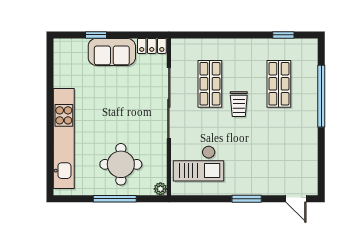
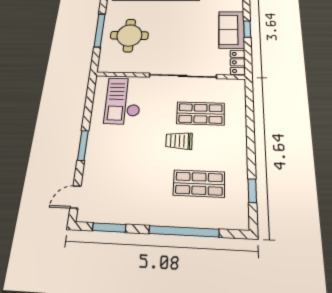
window: (96, 35) -> (247, 29), moved
window: (321, 164) -> (109, 228), added
plant: (160, 189) -> (103, 67), removed

